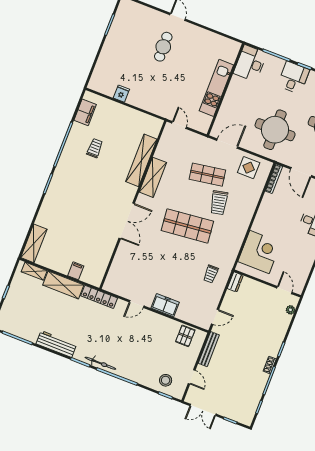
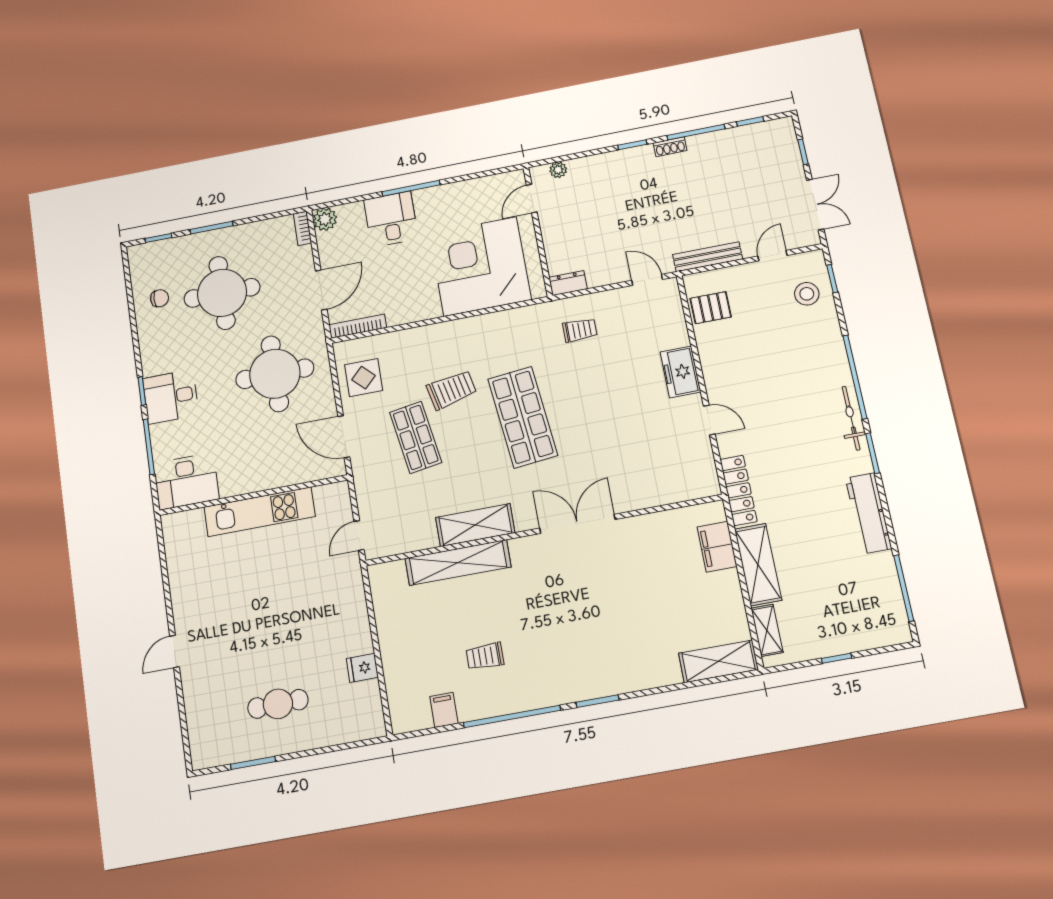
cafe table: (163, 47) -> (278, 704), moved
filing cabinet: (85, 112) -> (444, 710), width x0.50
corner desk: (259, 252) -> (480, 266), width x1.36, depth x1.36
filing cabinet: (76, 271) -> (717, 547), width x2.00

